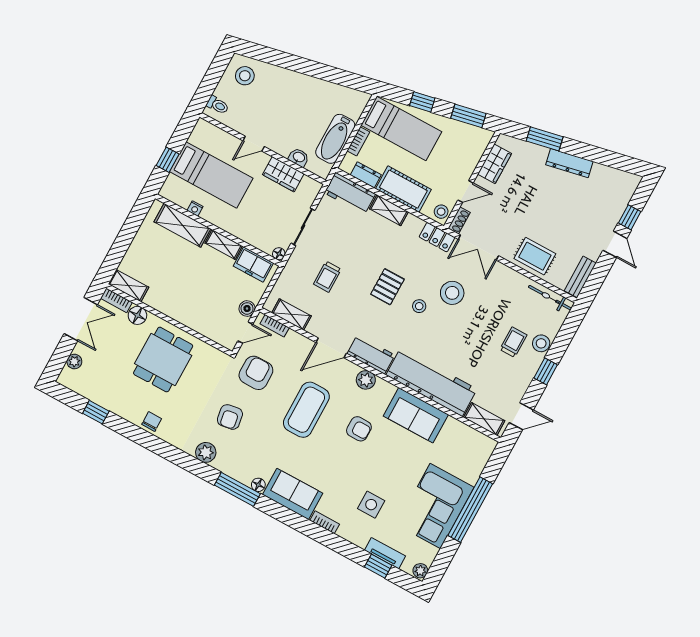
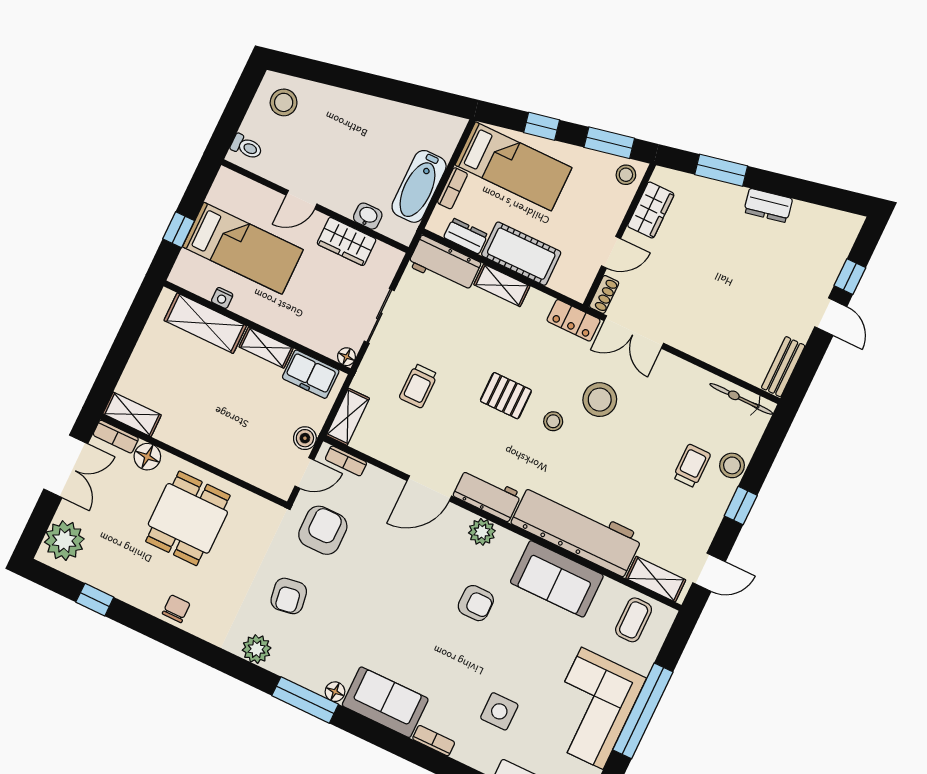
dresser: (569, 163) -> (768, 205), width x0.70
stool: (441, 212) -> (626, 175), moved
rug: (535, 256) -> (716, 340), removed
pallet: (387, 287) -> (506, 396), turned 90
shelving: (291, 314) -> (348, 417), moved, turned 90
plant: (74, 361) -> (64, 541), width x1.87, depth x1.87
coffee table: (306, 410) -> (634, 620), moved, width x0.54, depth x0.58

